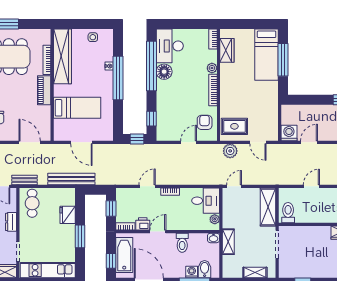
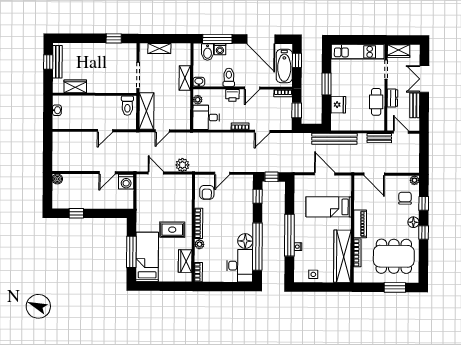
rug: (234, 126) -> (172, 230), moved
door: (234, 186) -> (162, 131), moved
cafe table: (32, 203) -> (376, 102), moved
printer: (143, 224) -> (232, 95), moved

